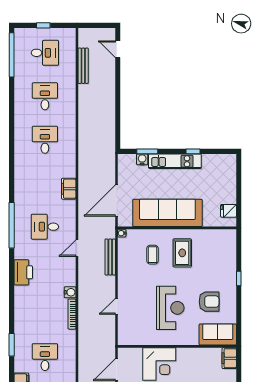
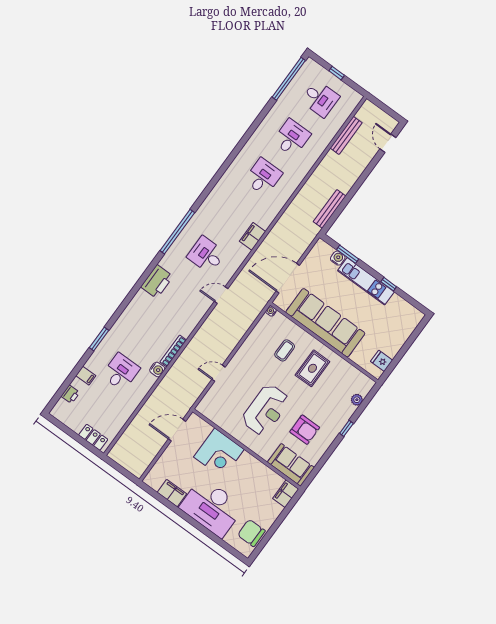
plant: (231, 252) -> (357, 400), added
bench: (110, 257) -> (330, 209), moved
water cooler: (70, 292) -> (157, 369), moved

